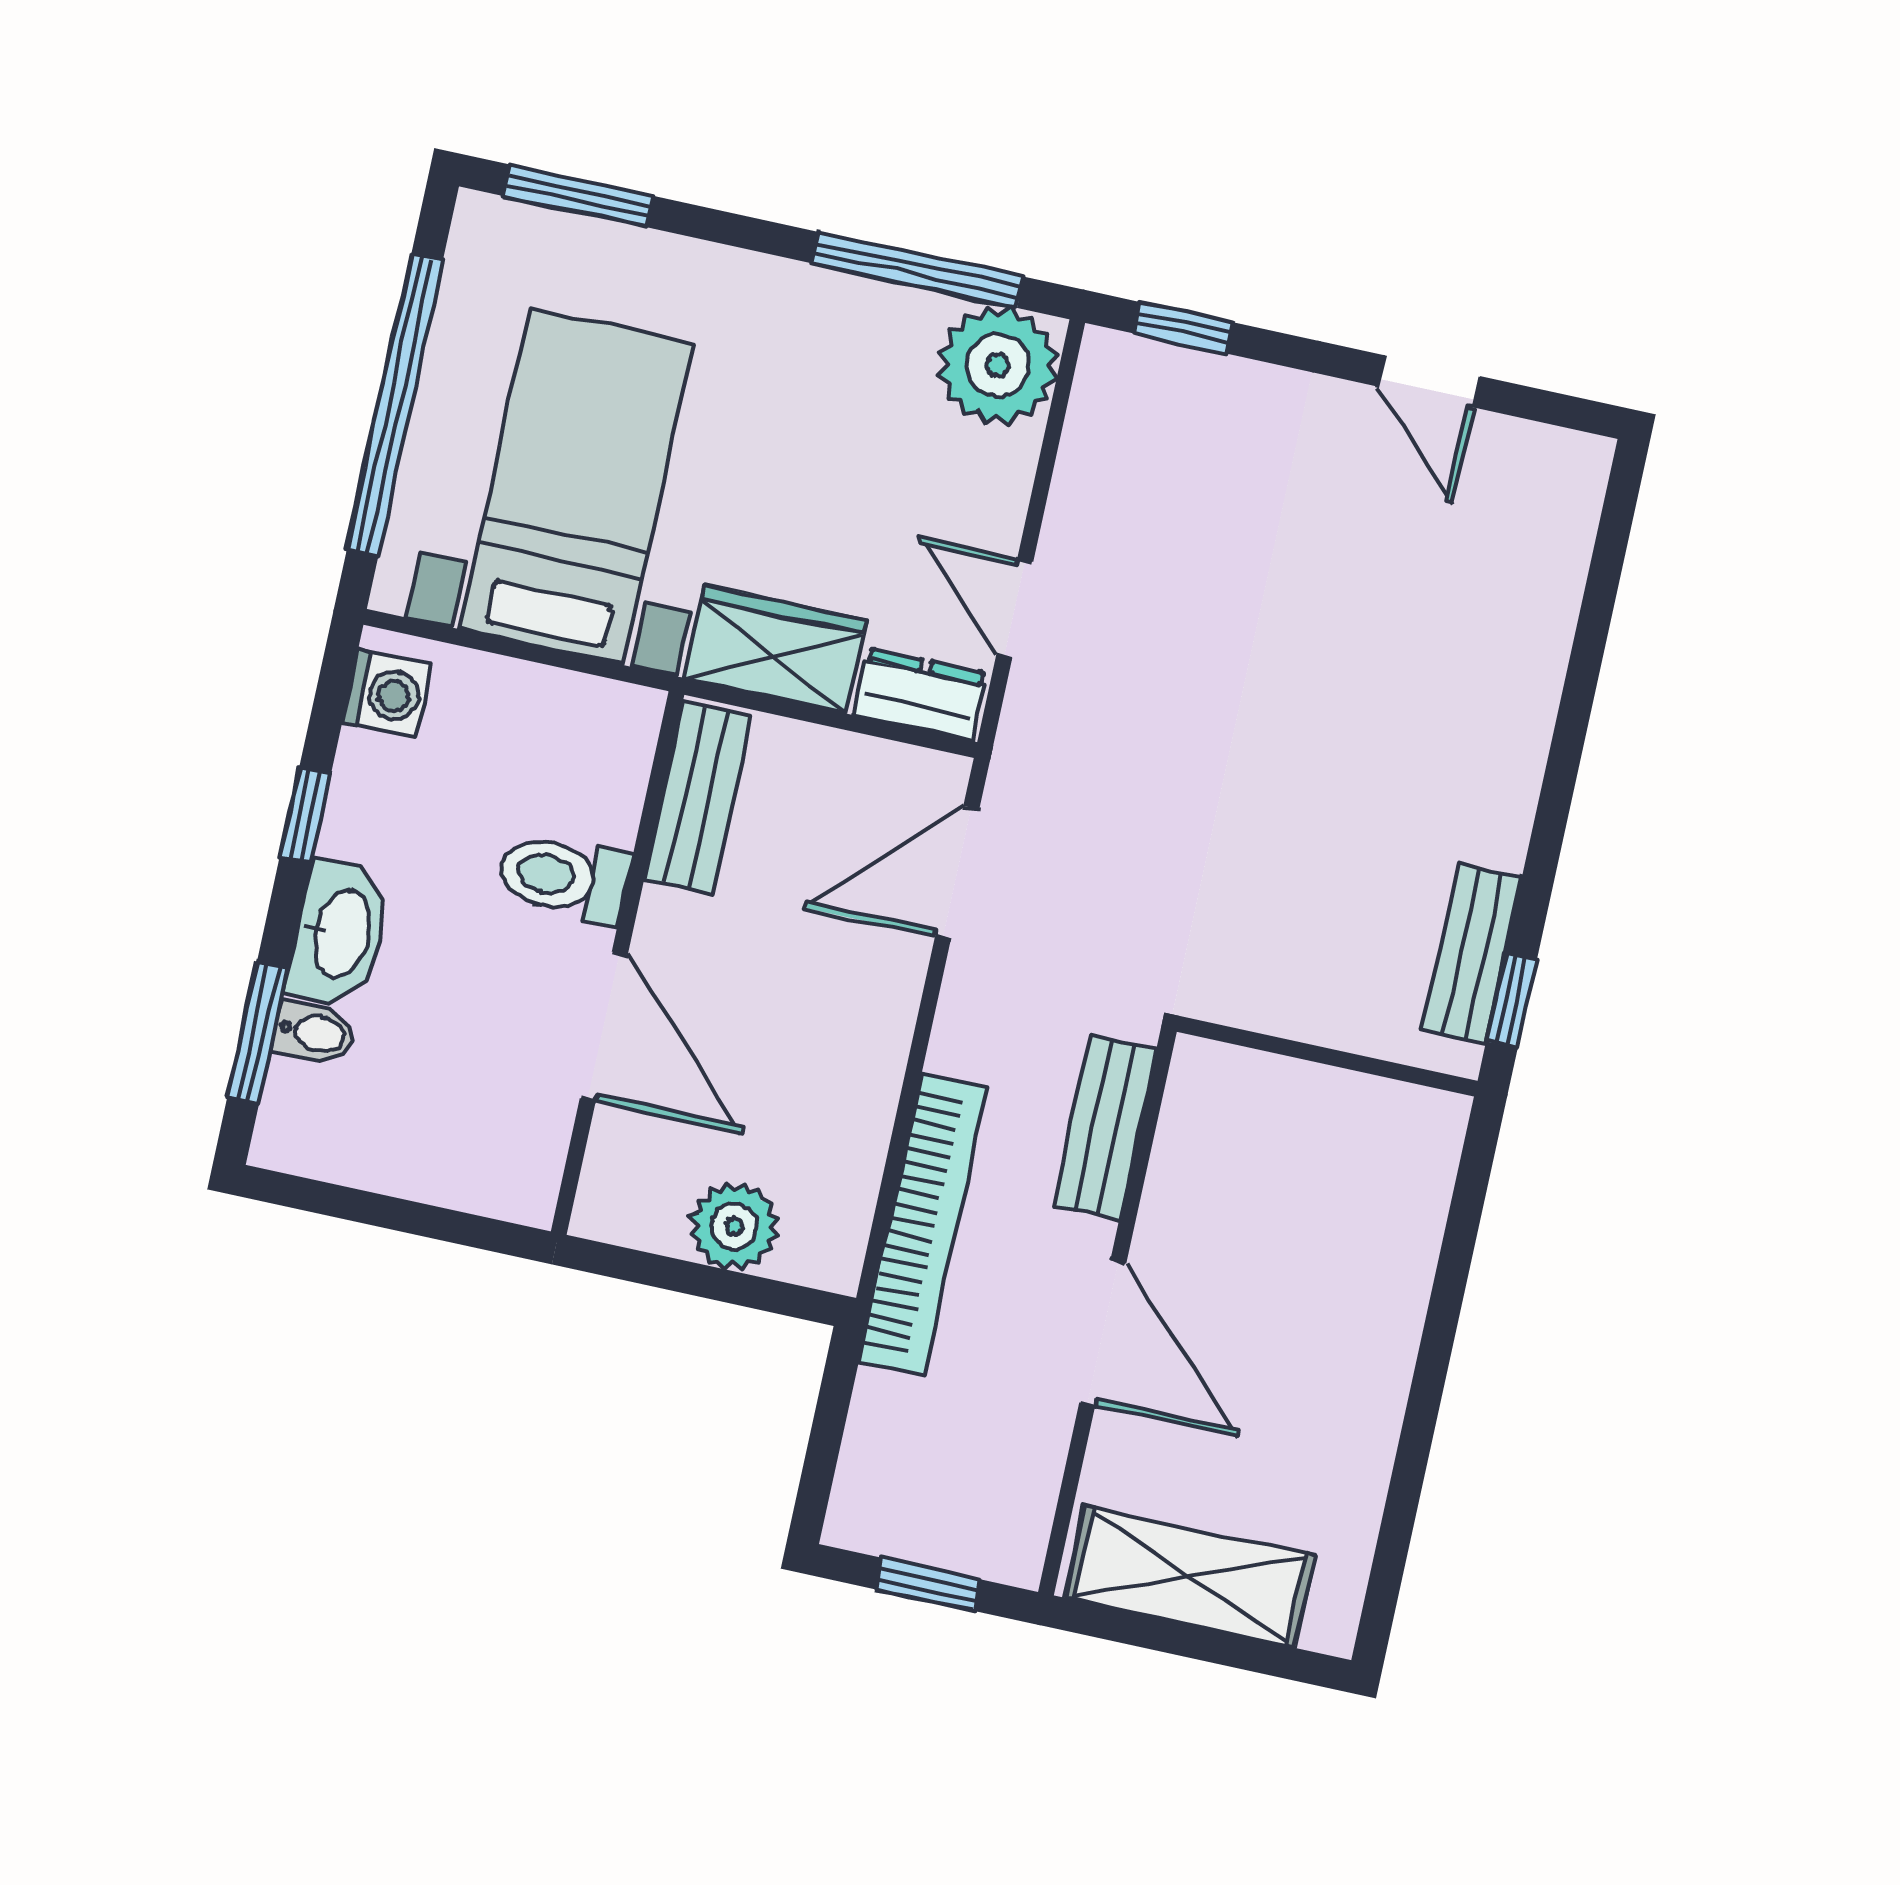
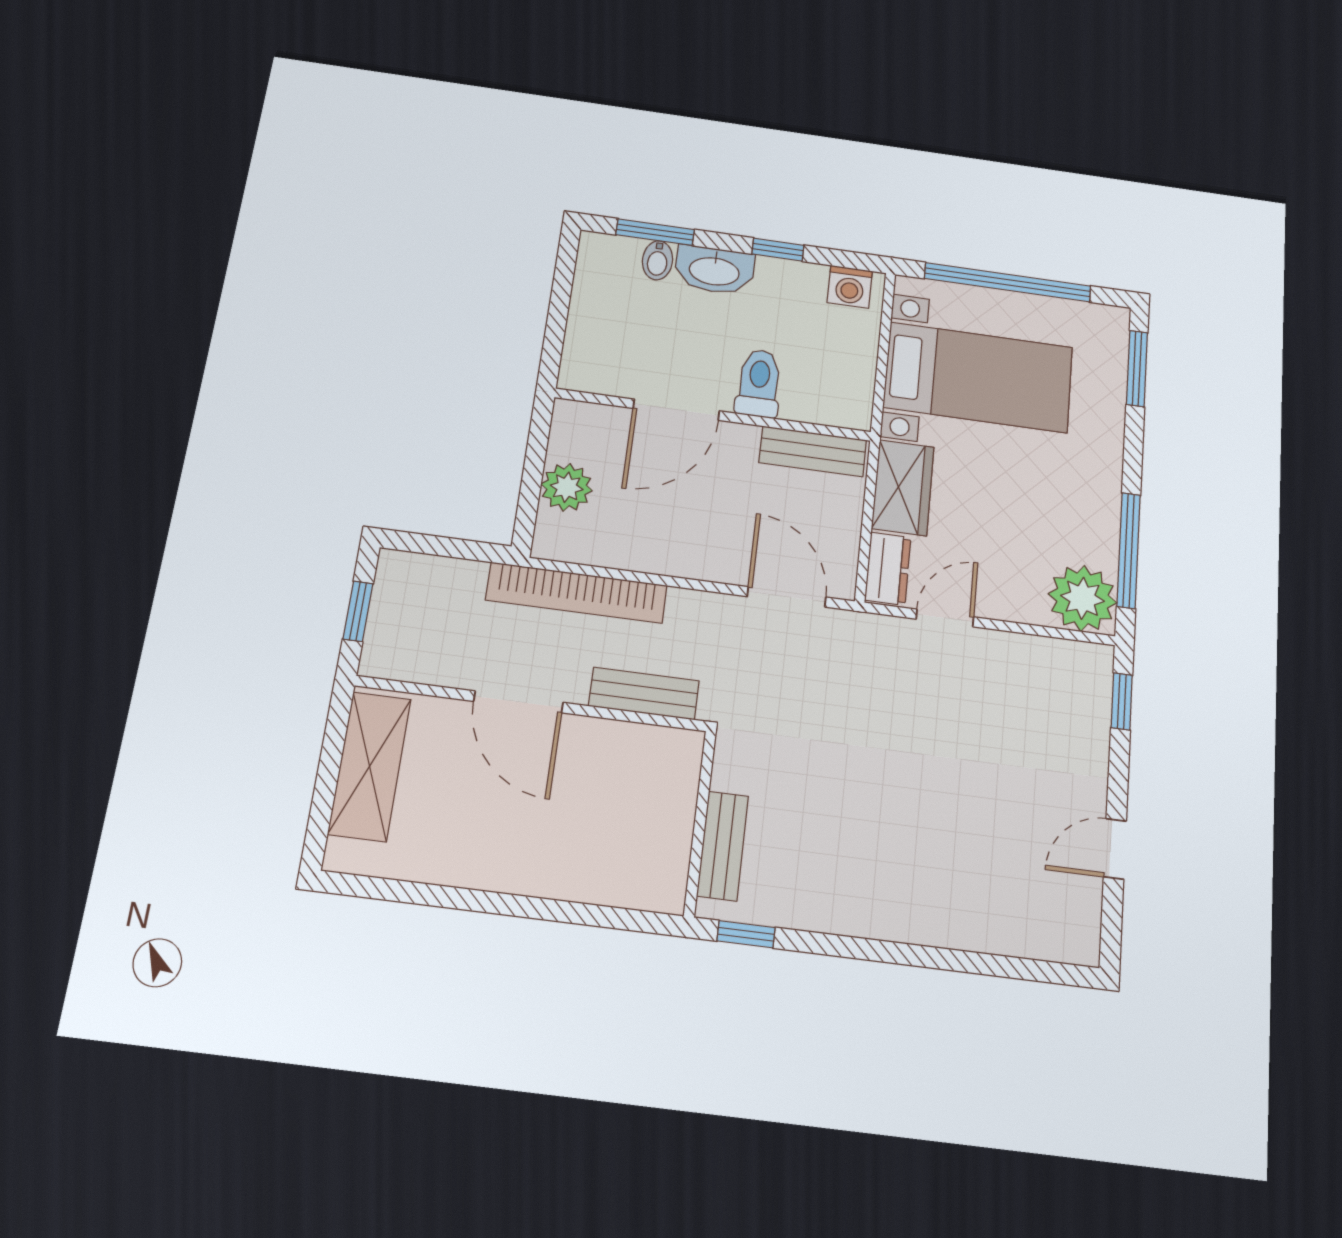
bench: (1472, 954) -> (723, 846), moved, turned 90
door: (1103, 1333) -> (518, 702), hinge flipped

